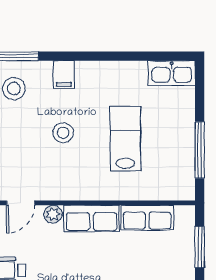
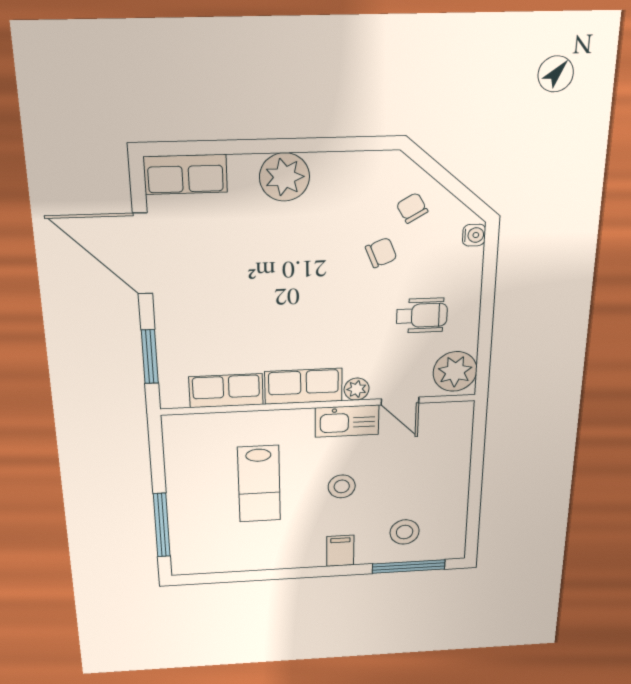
kitchen sink: (172, 73) -> (347, 421), moved, turned 180
window: (200, 150) -> (162, 525), moved
door: (21, 203) -> (400, 401), swing flipped

